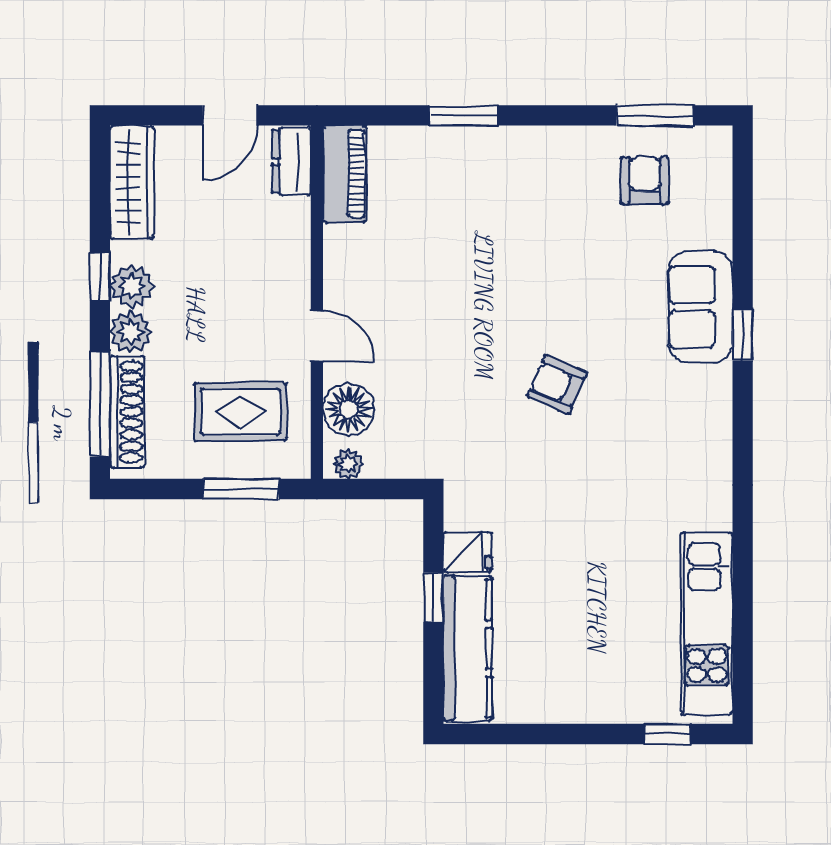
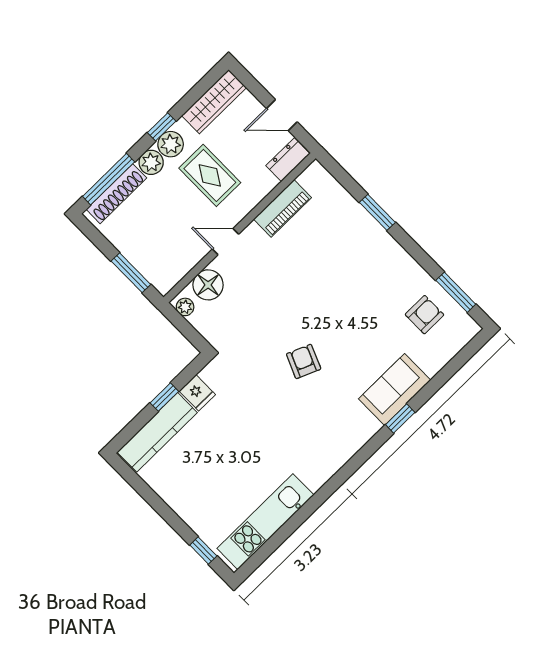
piano: (345, 174) -> (282, 208), moved
door: (317, 336) -> (226, 242), swing flipped
rug: (240, 412) -> (210, 175), moved

